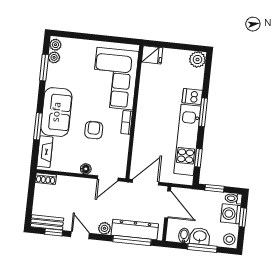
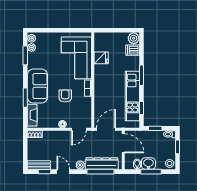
fridge: (152, 55) -> (101, 58), moved
dishwasher: (192, 97) -> (133, 50), moved
washing machine: (231, 214) -> (169, 145), removed

